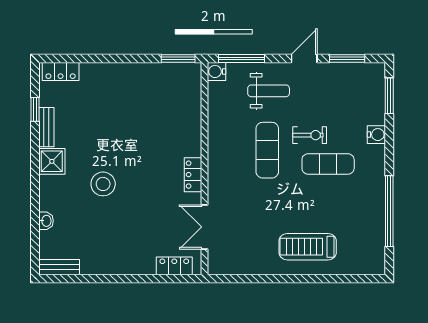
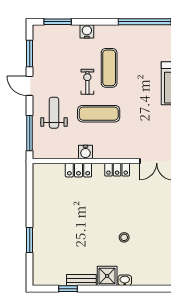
window: (178, 58) -> (30, 240), moved
water cooler: (216, 71) -> (85, 152), moved
locker: (61, 72) -> (78, 170), moved, turned 90
stool: (103, 184) -> (124, 237), width x0.53, depth x0.53
washbasin: (46, 221) -> (125, 280), moved

